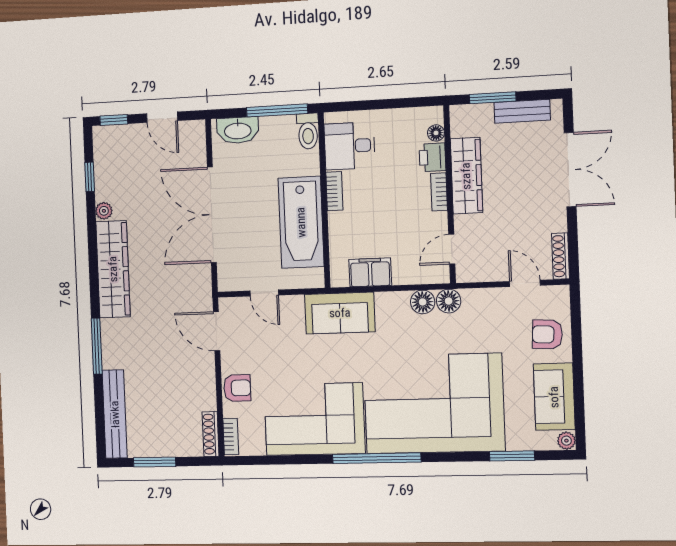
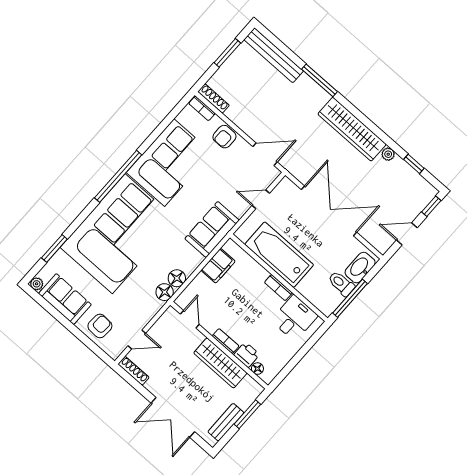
toilet: (308, 131) -> (341, 284), moved

